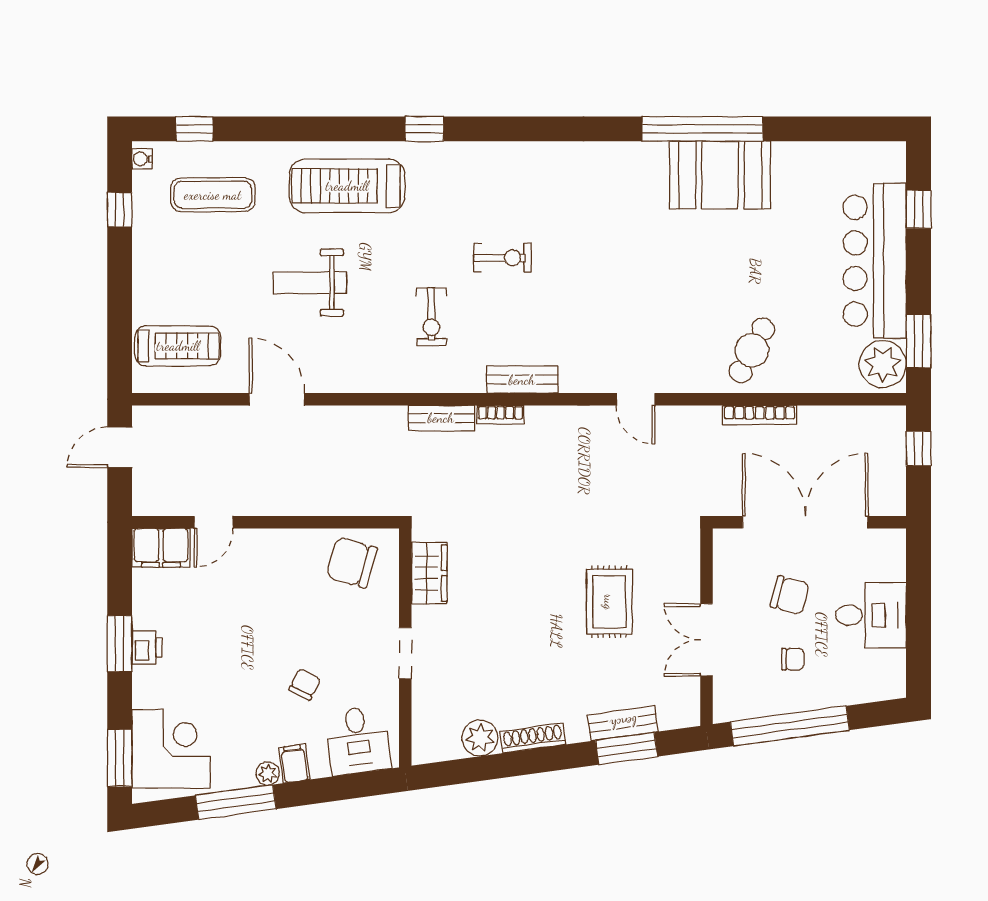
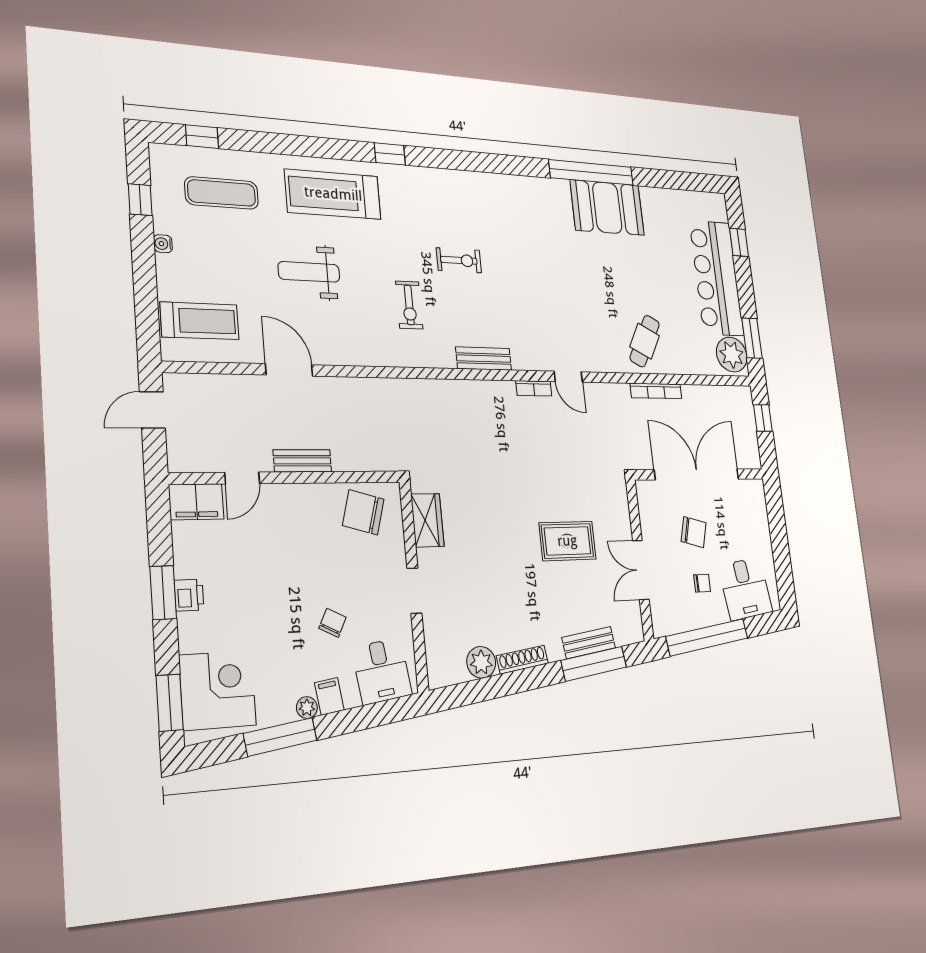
water cooler: (142, 159) -> (163, 244), moved
bookcase: (501, 415) -> (534, 388), moved
bench: (441, 418) -> (302, 461), moved
rug: (609, 602) -> (567, 541), turned 90
desk: (871, 615) -> (745, 589), moved, turned 82
window: (627, 748) -> (594, 664), width x1.44

